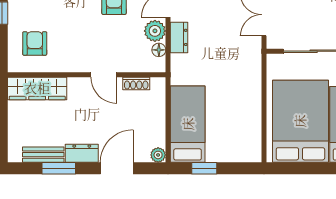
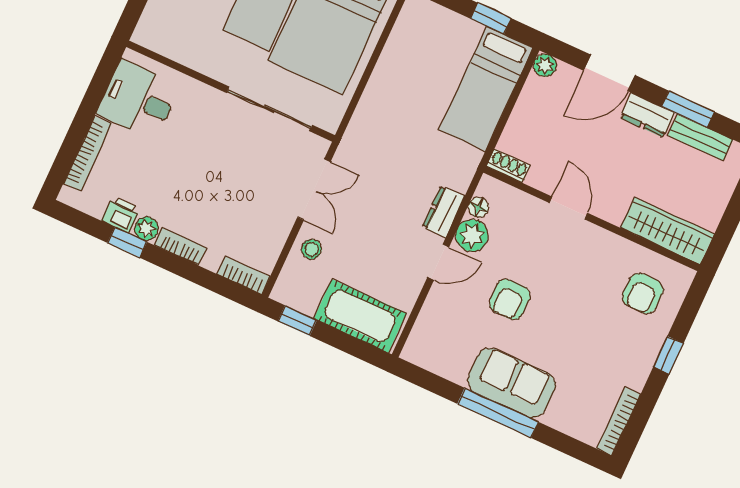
shoe rack: (136, 84) -> (508, 166), moved

